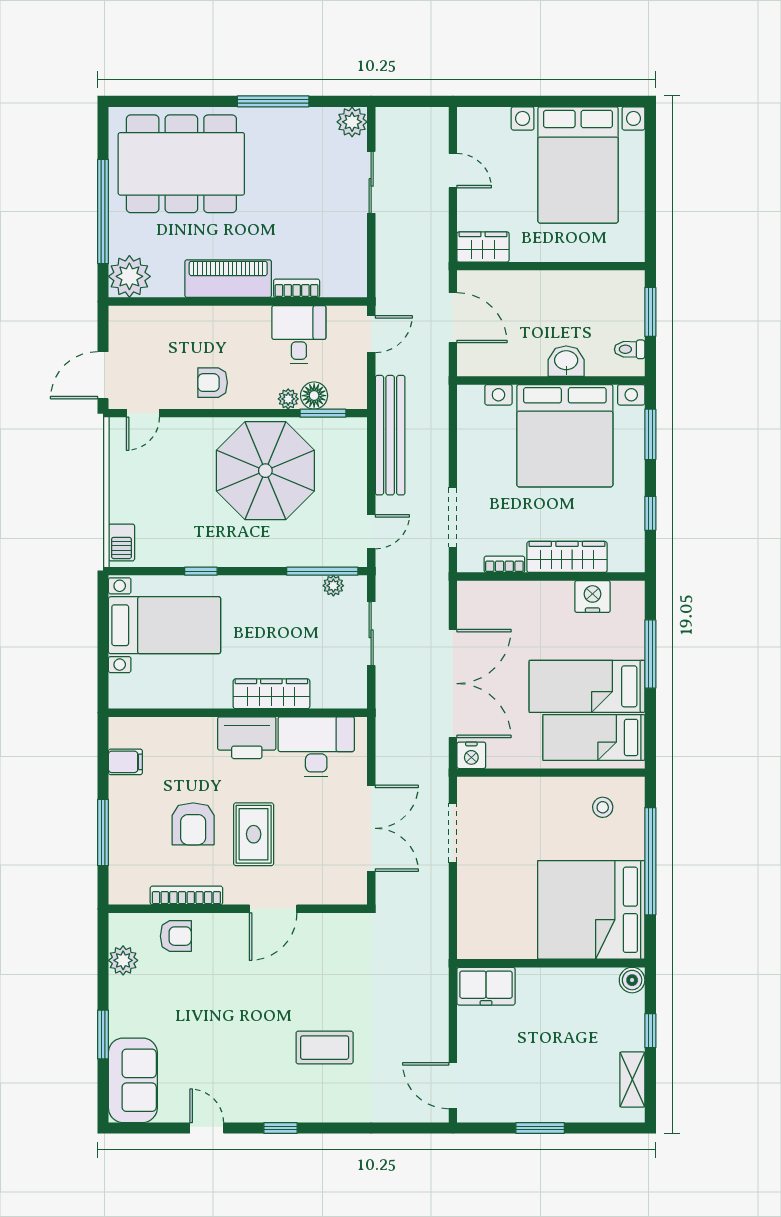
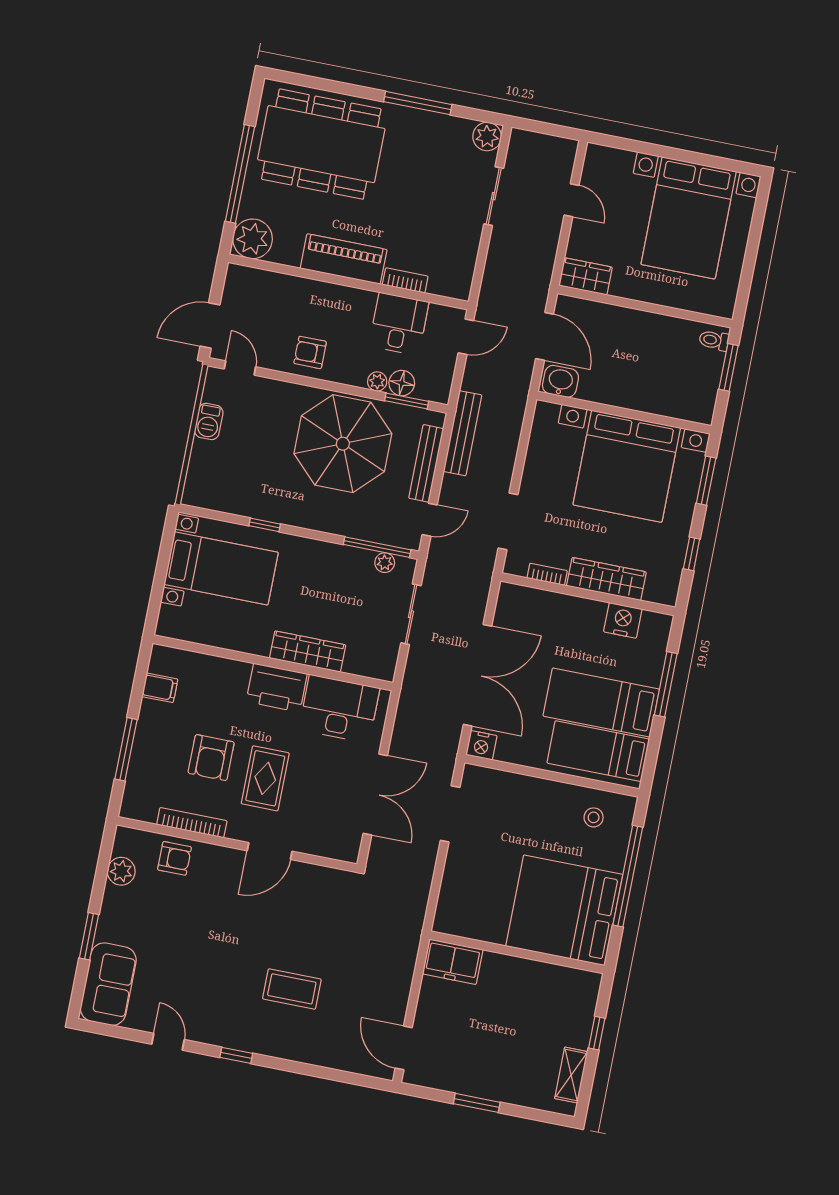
toilet: (630, 349) -> (714, 340), moved
washbasin: (566, 361) -> (560, 381), moved
door: (143, 413) -> (240, 368), swing flipped
bench: (390, 435) -> (462, 433), width x0.73, depth x0.82
bench: (356, 474) -> (426, 463), added
barbecue: (121, 542) -> (209, 421), moved
boiler: (632, 980) -> (589, 983), removed

